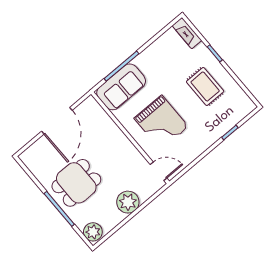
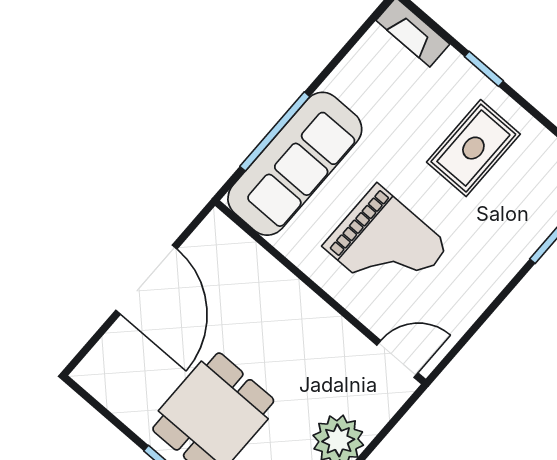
rug: (205, 86) -> (473, 148), turned 90
sofa: (121, 87) -> (295, 164), width x1.36

